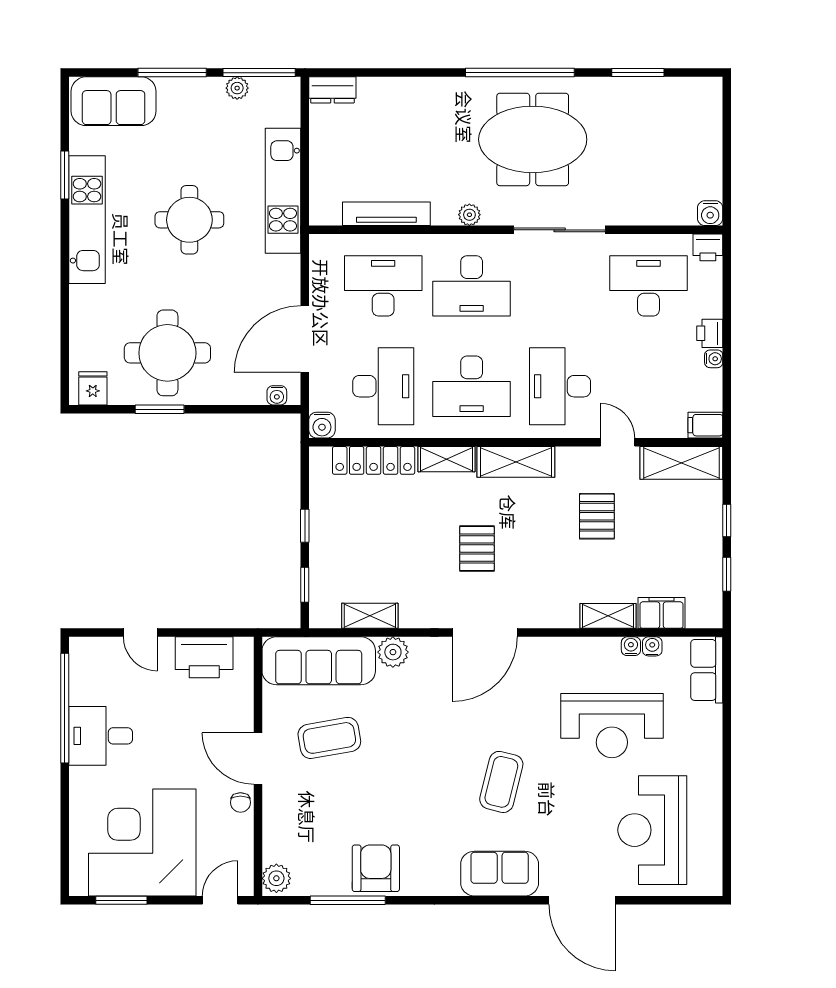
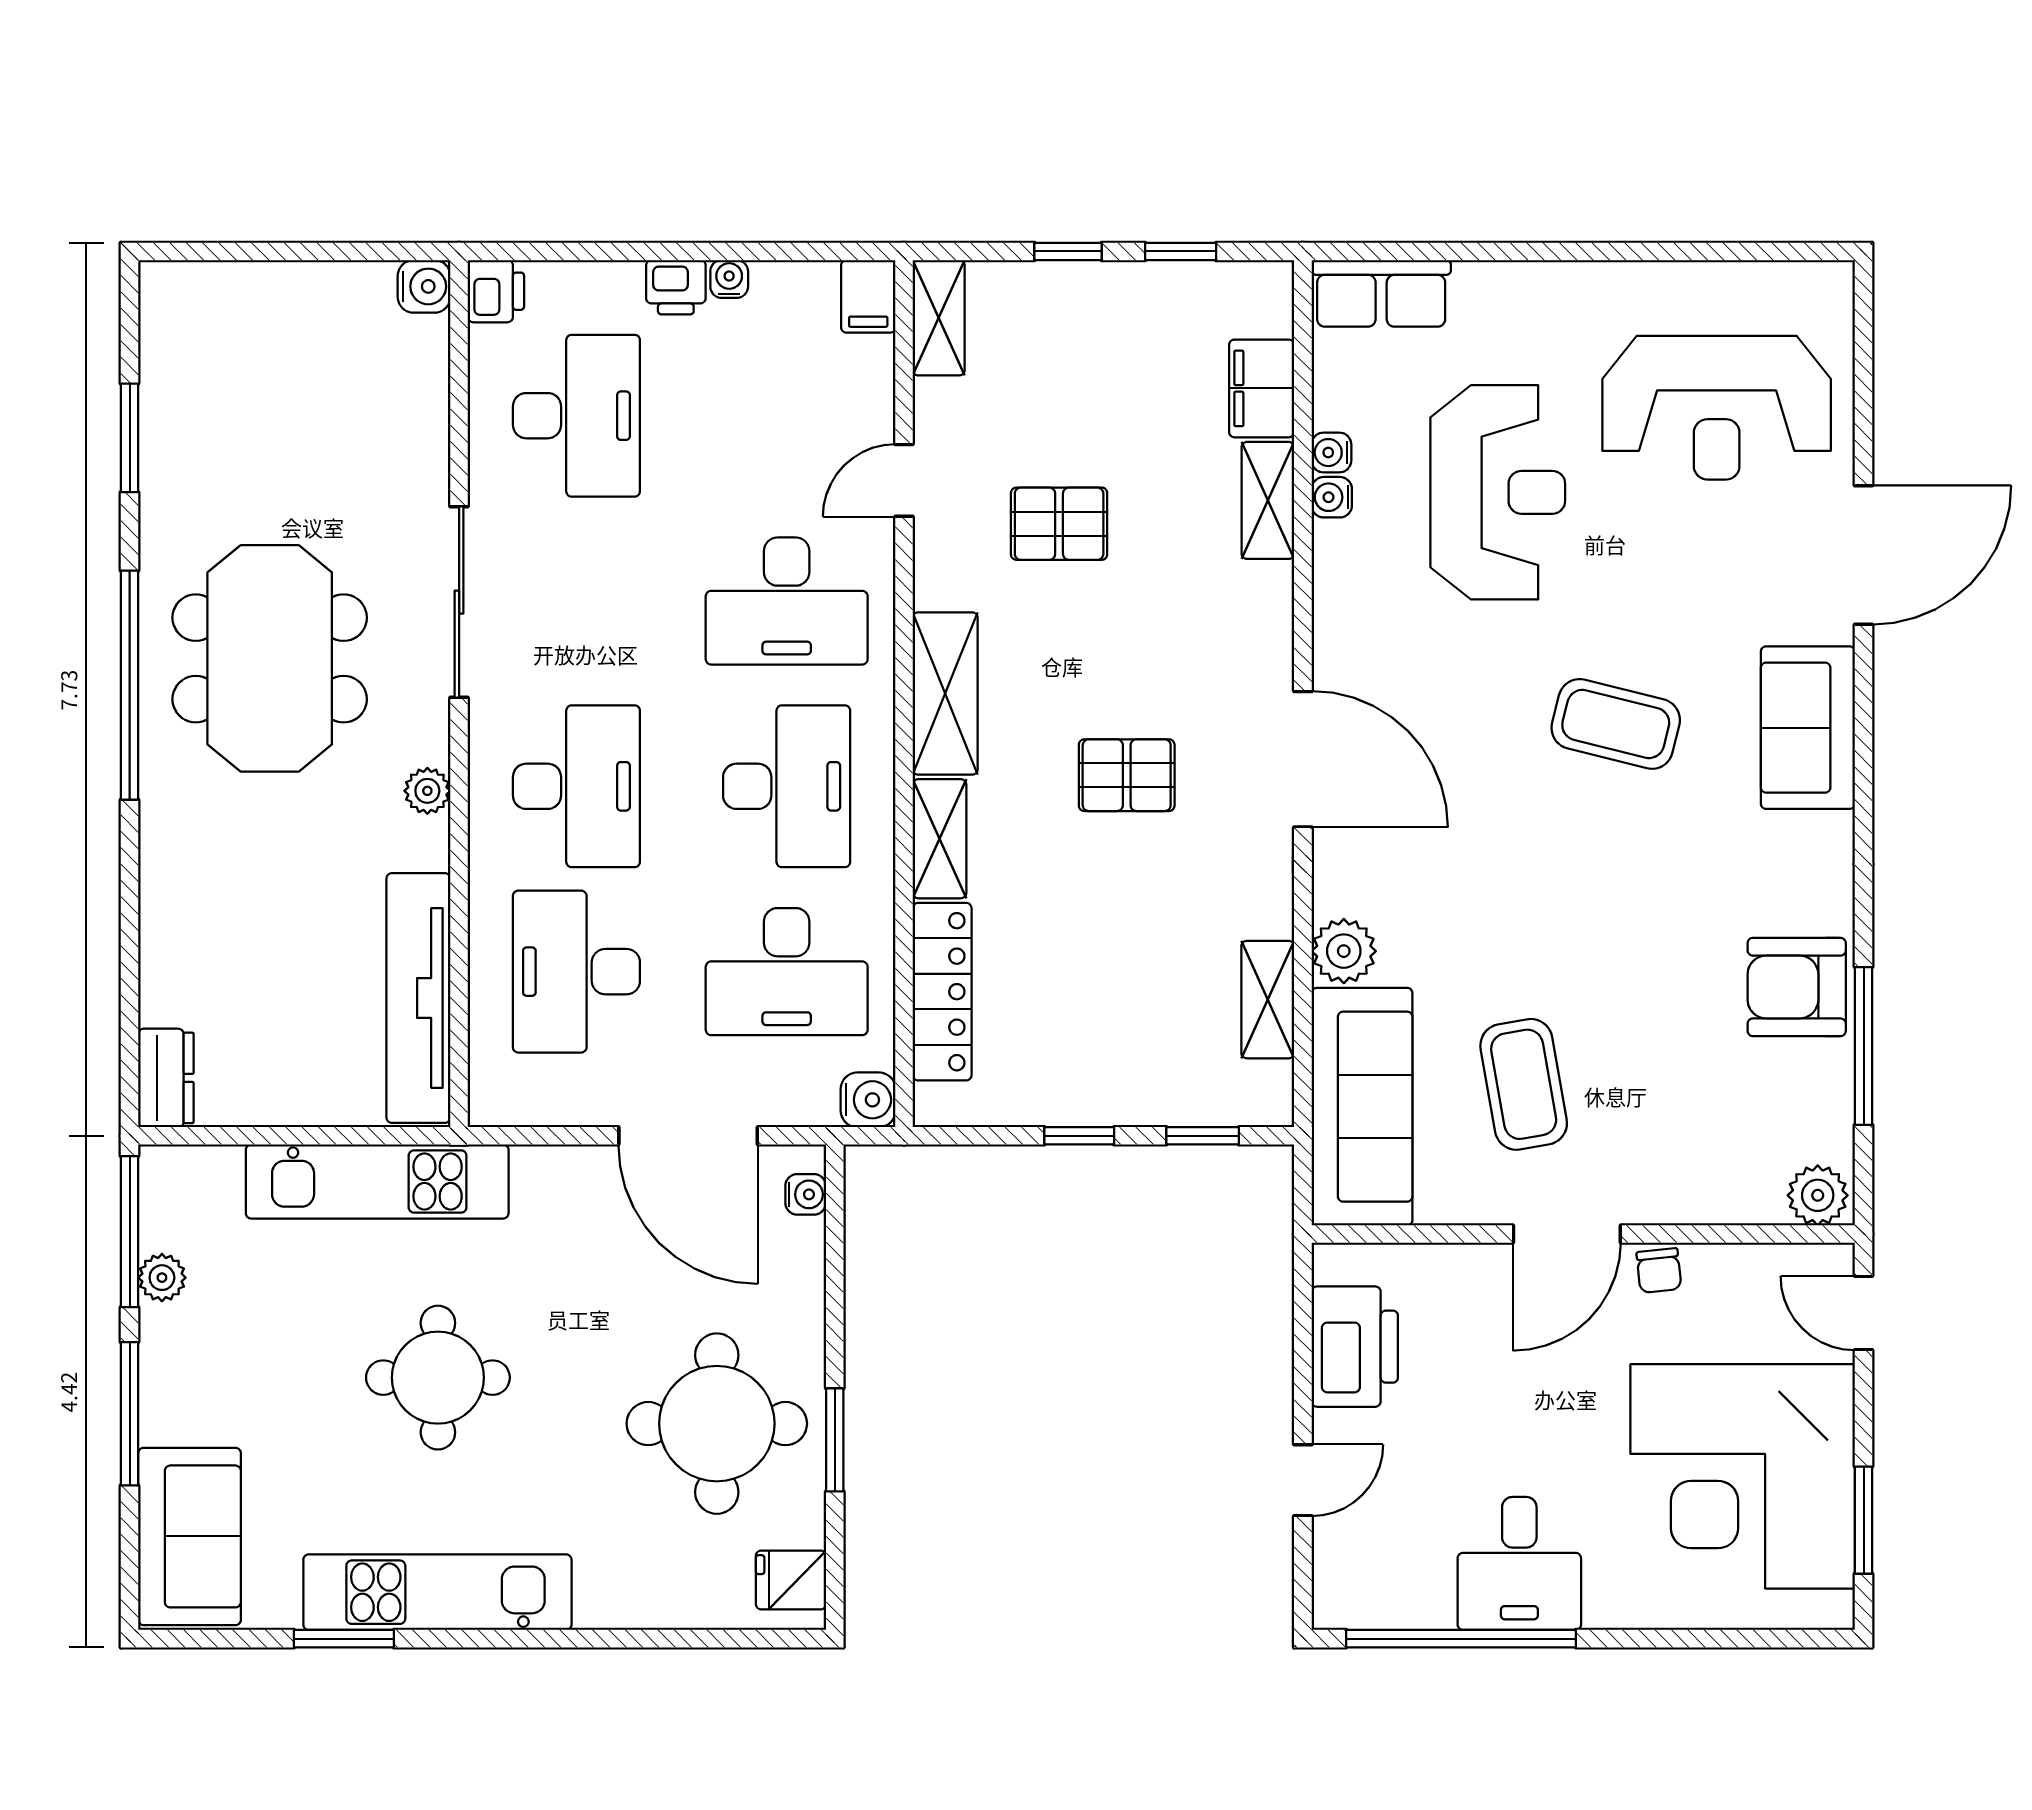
tv unit: (386, 214) -> (418, 998), width x1.36, depth x1.29
desk: (648, 286) -> (576, 416), turned 180
desk: (383, 386) -> (787, 972), turned 180
shelving: (681, 463) -> (939, 318), width x0.67, depth x0.75
water cooler: (652, 646) -> (1332, 497), moved
chair: (240, 802) -> (1659, 1271), turned 84

